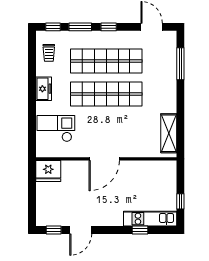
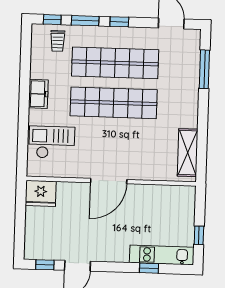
trolley: (49, 53) -> (58, 41), moved

